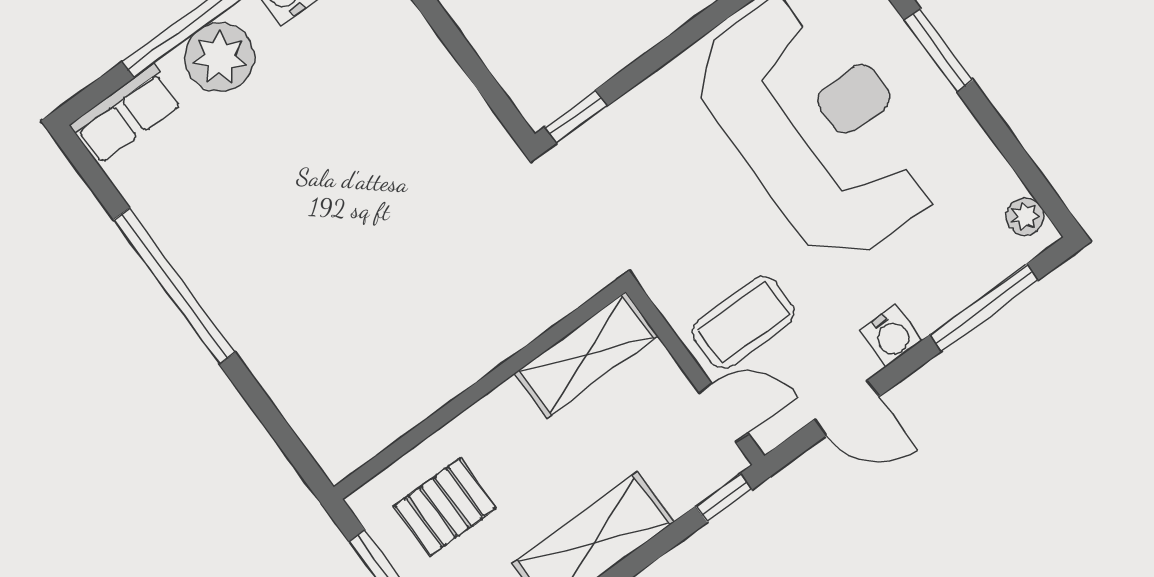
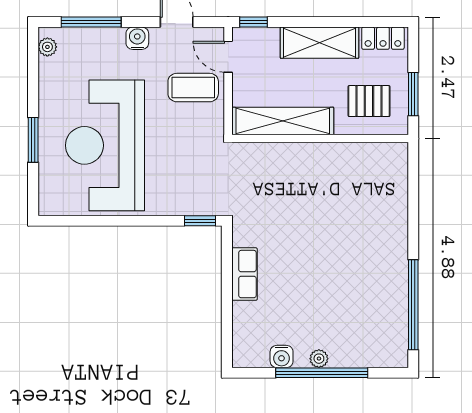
plant: (220, 57) -> (319, 359), width x0.53, depth x0.53
row of seats: (126, 114) -> (244, 274), moved, turned 90
window: (174, 286) -> (413, 305), moved
shelving: (586, 355) -> (283, 121), width x1.47

